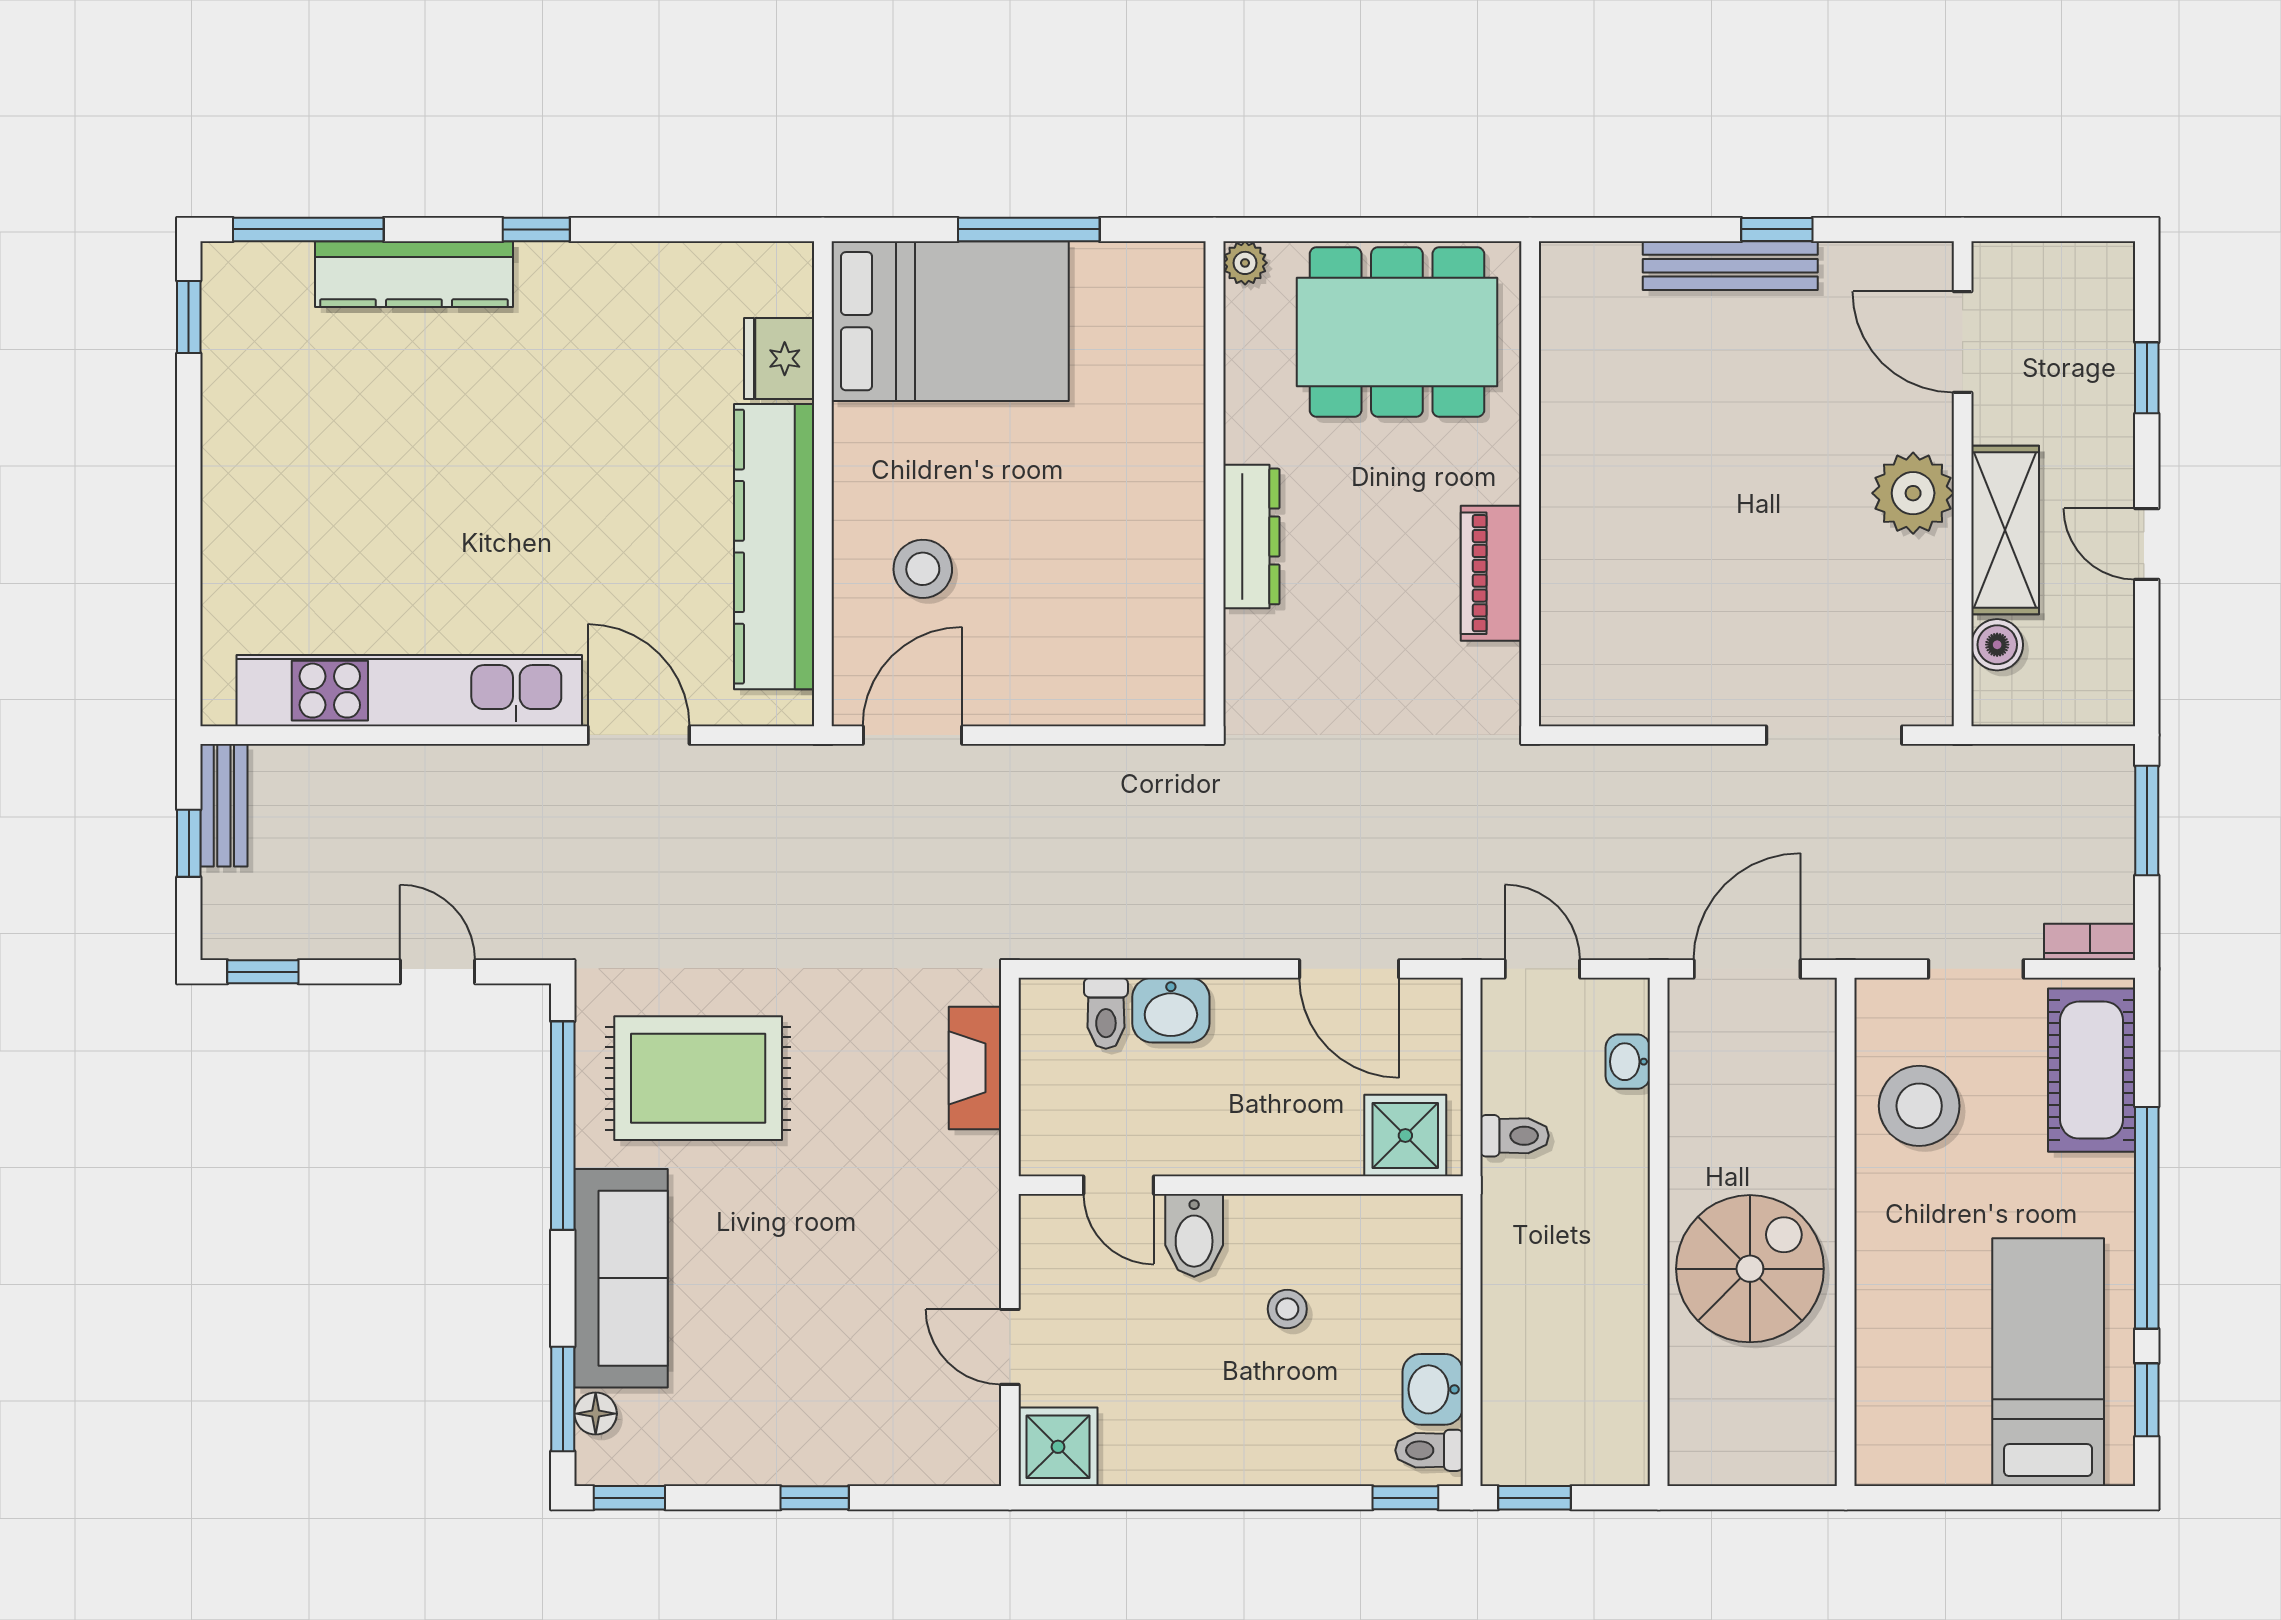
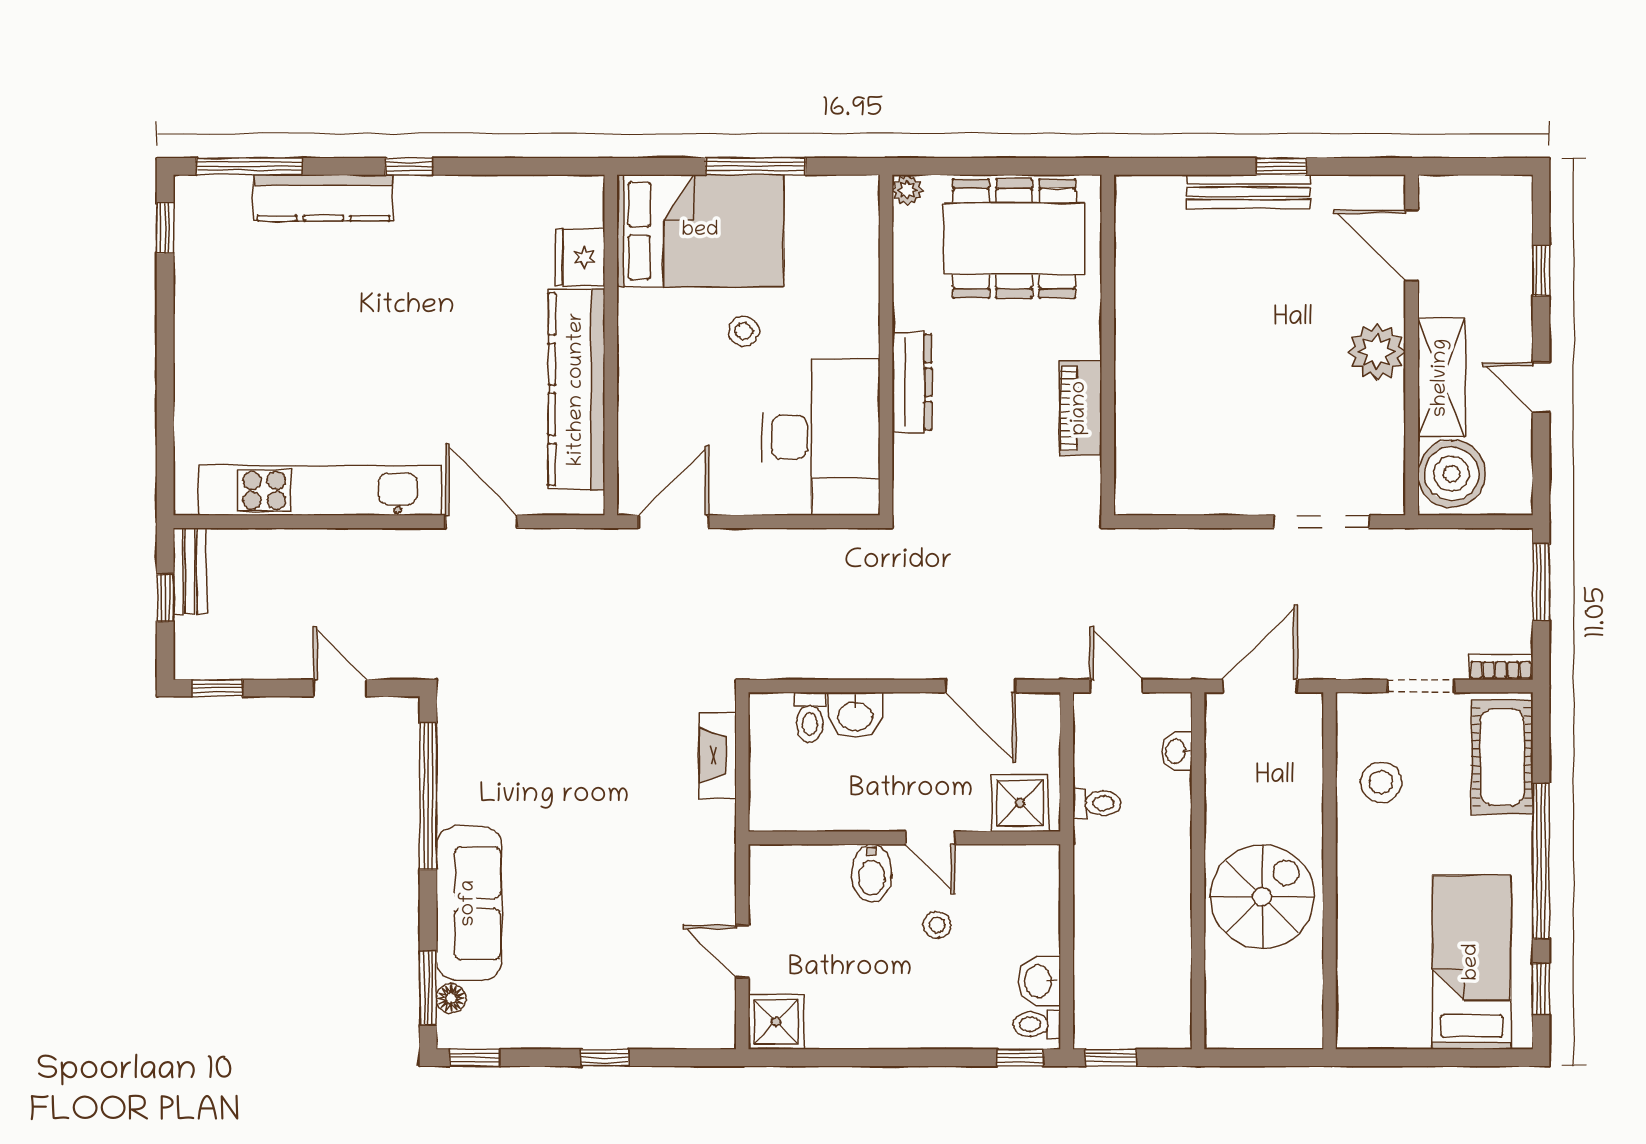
stool: (923, 569) -> (744, 331), moved, width x0.73, depth x0.73
desk: (1122, 615) -> (821, 437), added
boiler: (1997, 645) -> (1452, 474), width x1.86, depth x1.86
rug: (698, 1078) -> (523, 763), removed
stool: (1919, 1106) -> (1381, 782), width x0.73, depth x0.73
door: (1119, 1185) -> (930, 838), moved

